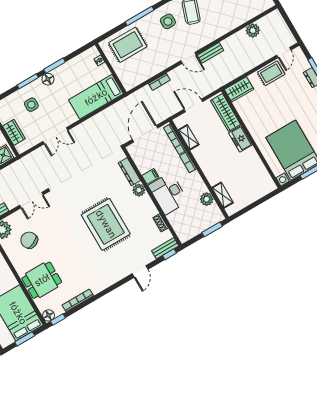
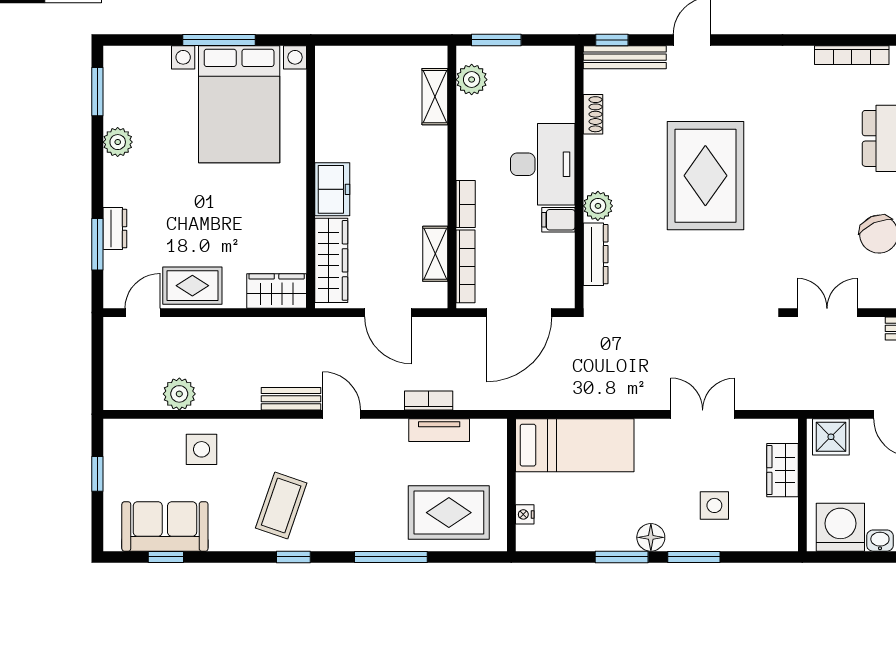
side table: (168, 21) -> (202, 449), moved
tv unit: (149, 73) -> (439, 430), added
plant: (207, 199) -> (472, 80), moved
bench: (165, 248) -> (625, 57), width x1.36

